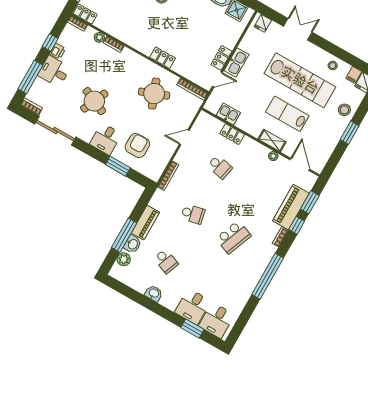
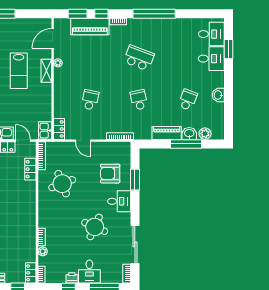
locker: (163, 58) -> (30, 169), moved
kitchen sink: (228, 114) -> (45, 131), moved
locker: (232, 134) -> (59, 129), moved

